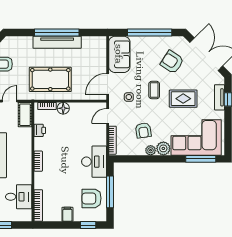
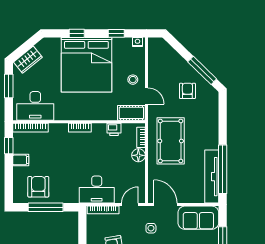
window: (57, 32) -> (223, 169), moved
tv unit: (57, 42) -> (212, 177), moved
door: (108, 116) -> (130, 205), hinge flipped
desk: (94, 162) -> (97, 190), moved
desk: (19, 197) -> (35, 106), width x1.37
window: (88, 225) -> (9, 146), moved

